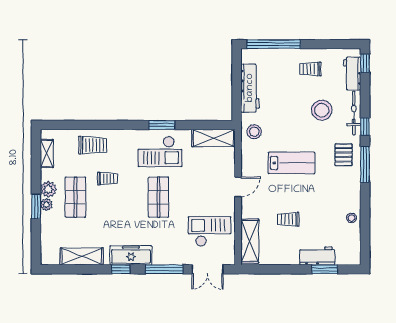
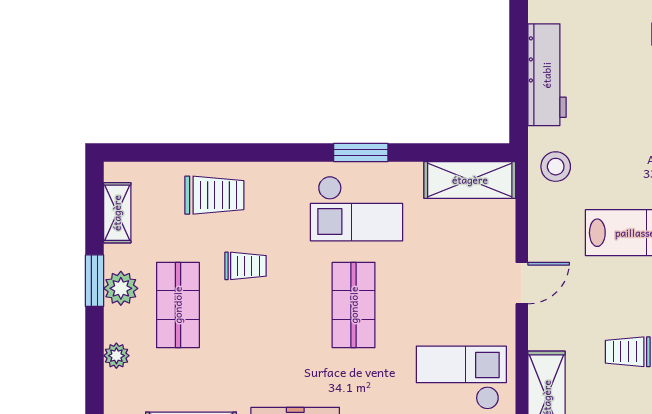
plant: (46, 205) -> (116, 356), moved
window: (36, 206) -> (95, 281), moved

